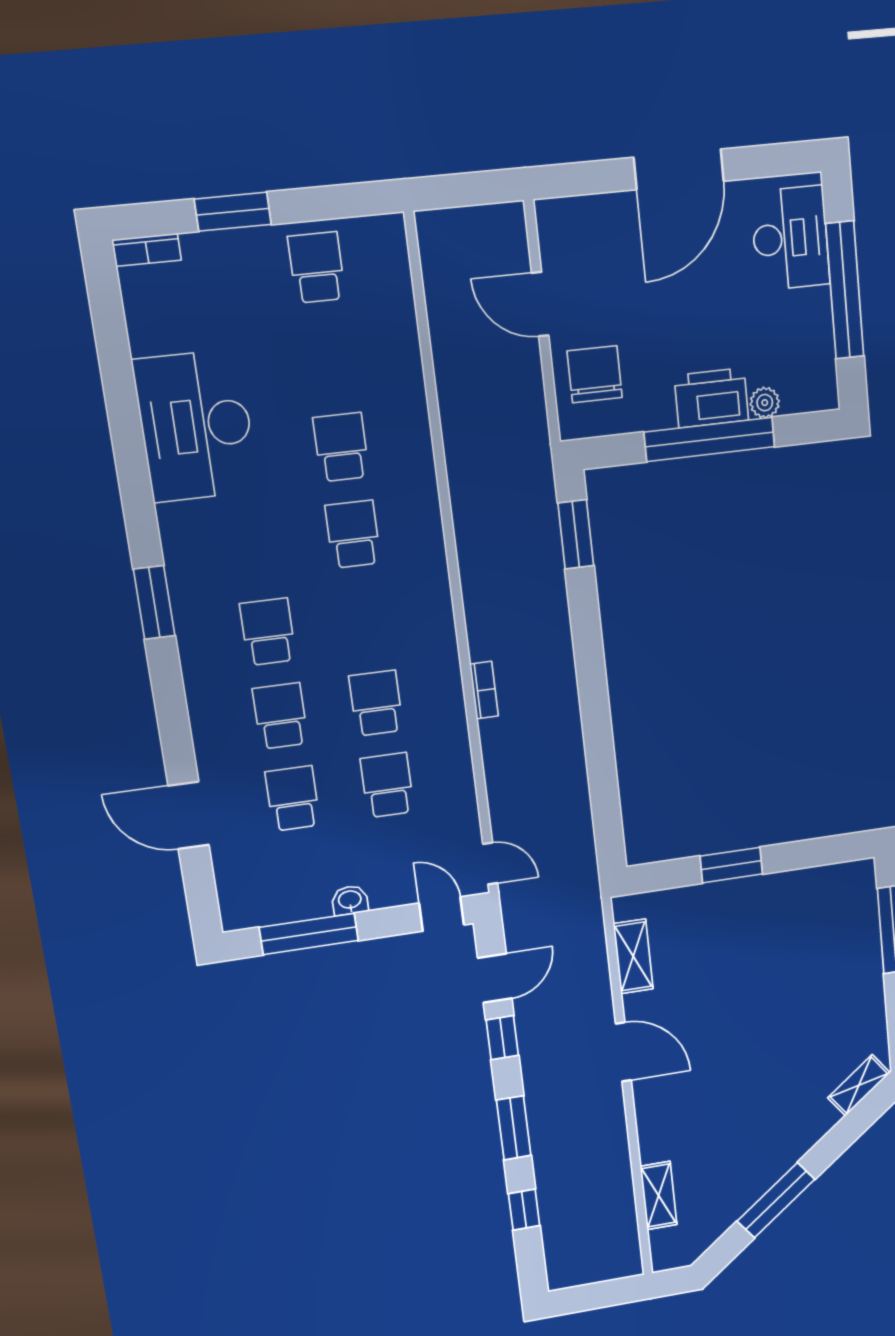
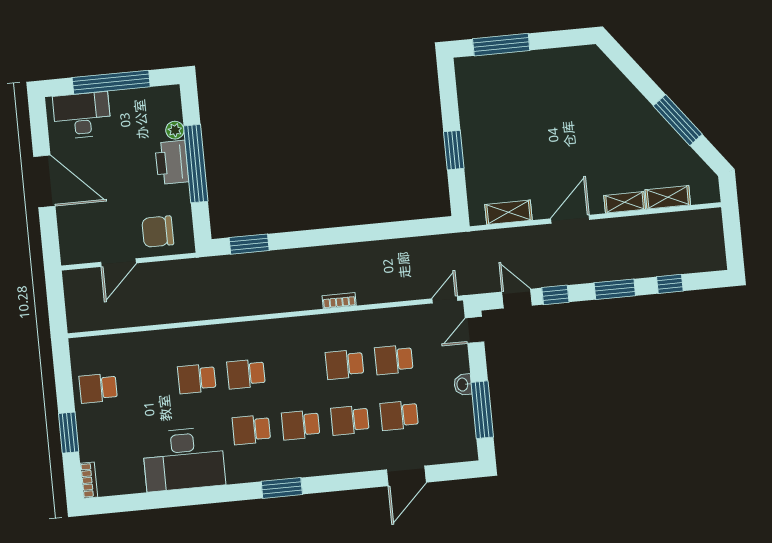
school desk: (255, 546) -> (251, 430), added
shelving: (859, 1085) -> (625, 202), moved, turned -53

